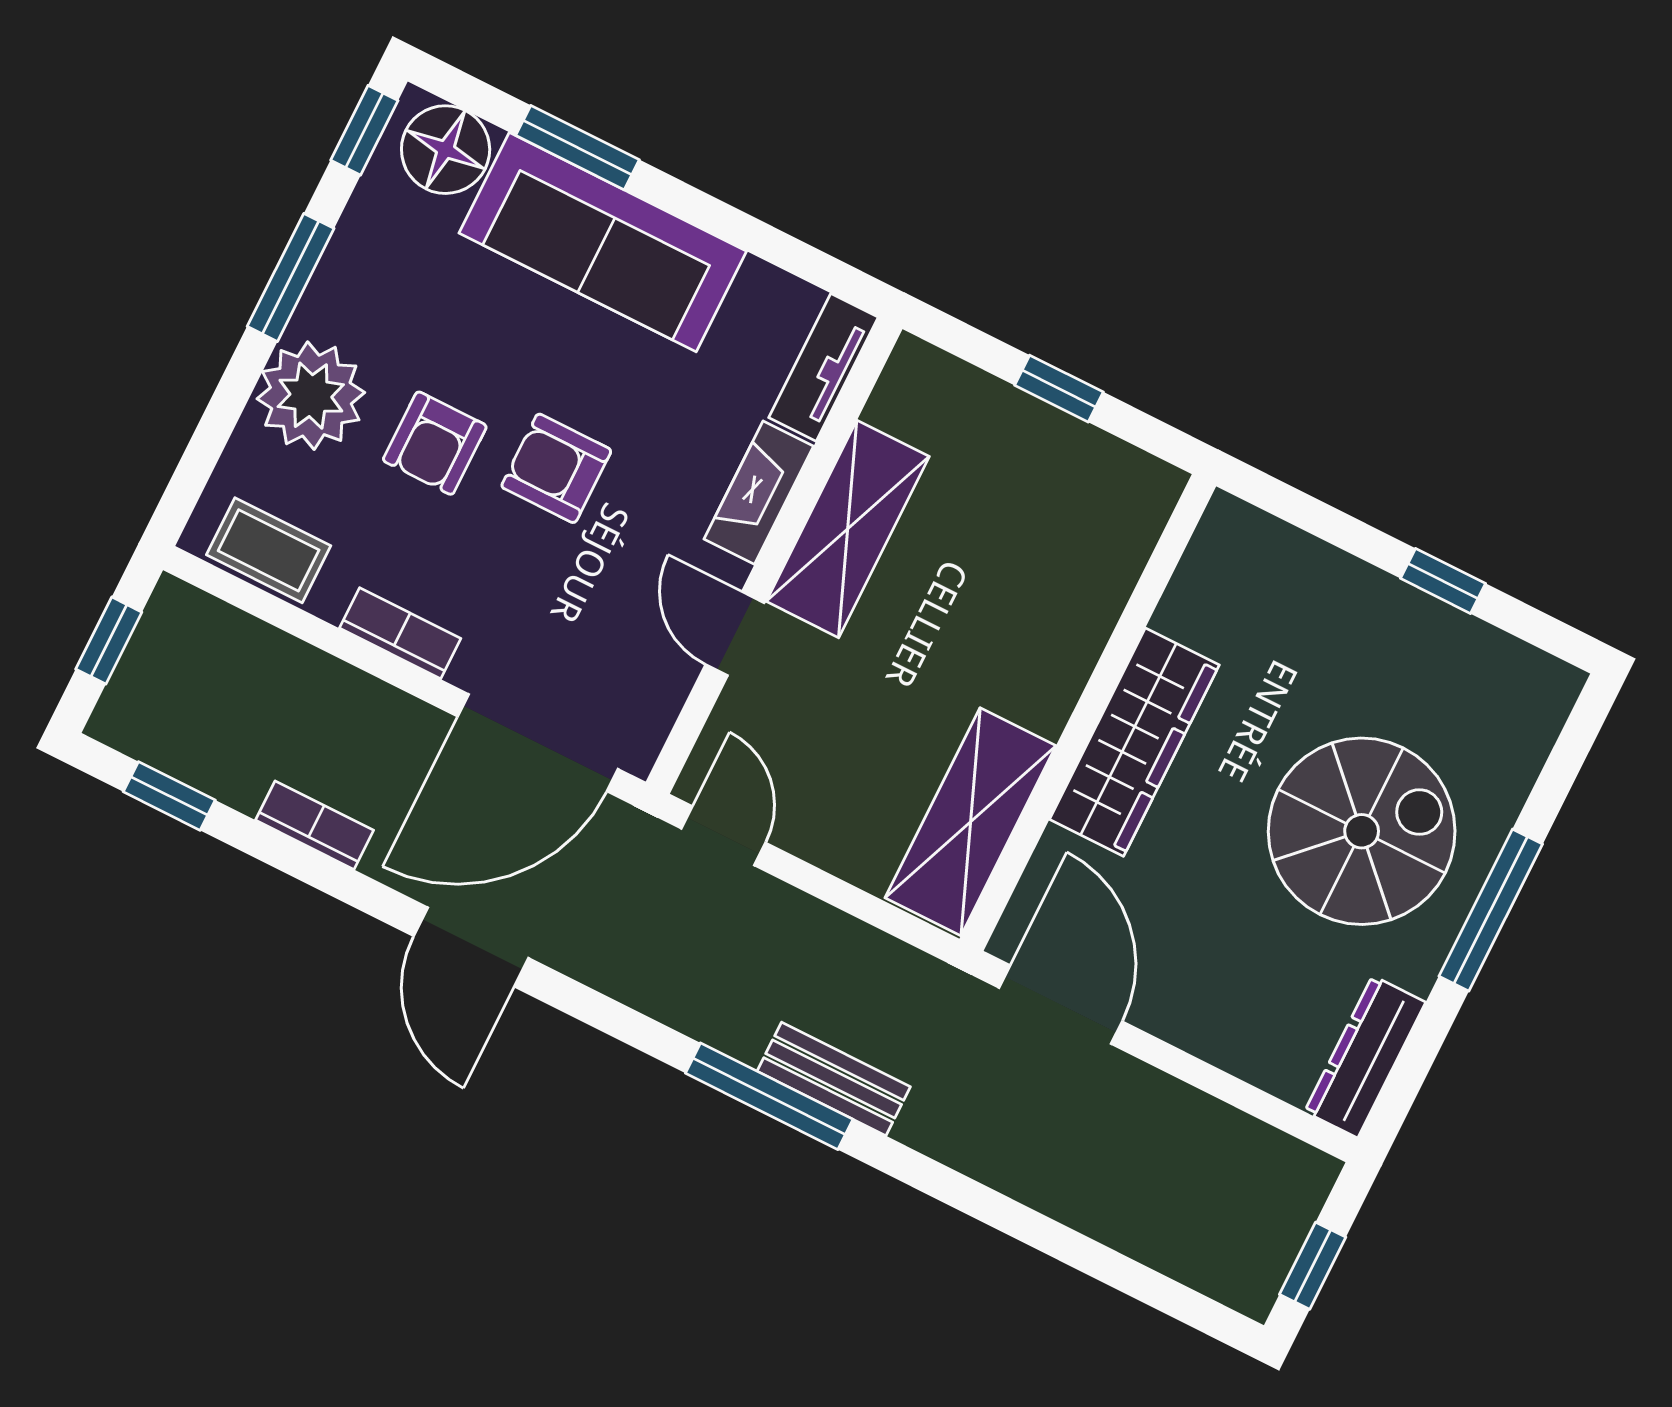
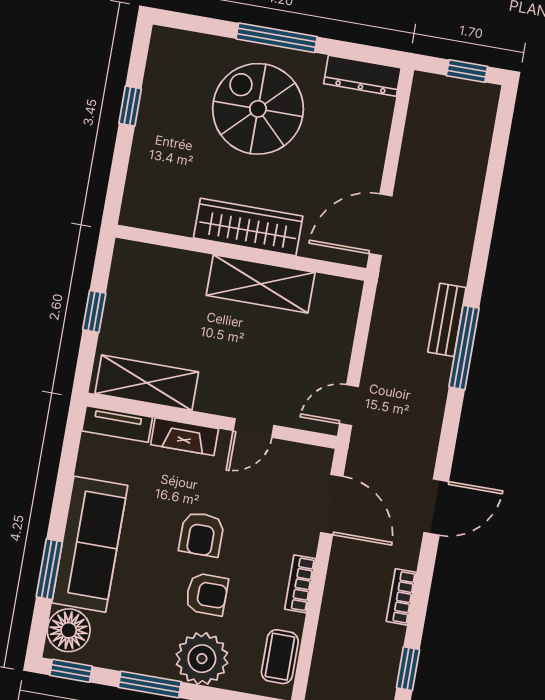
shelving: (848, 529) -> (147, 383), moved
door: (538, 743) -> (332, 505), width x0.73
shelving: (970, 822) -> (261, 284), moved

